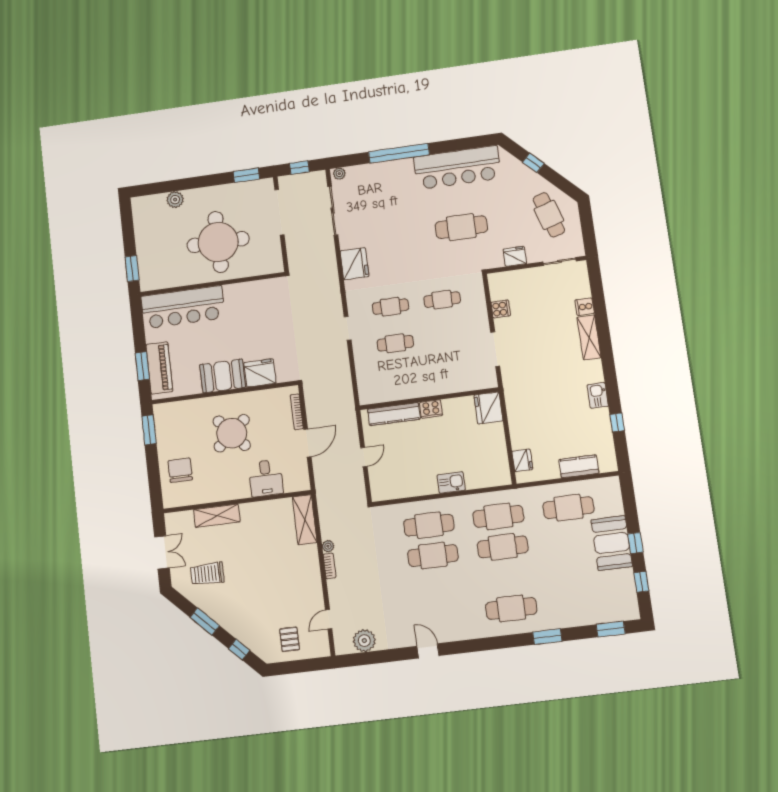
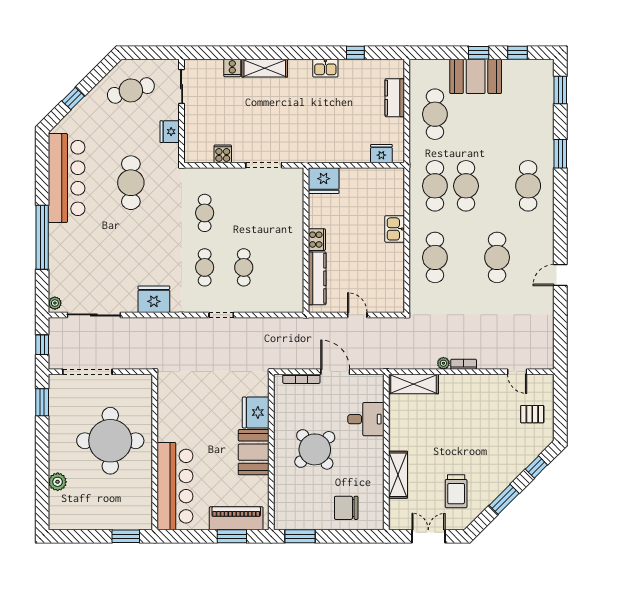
cafe table: (433, 556) -> (497, 257), moved
plant: (364, 641) -> (543, 338), removed

